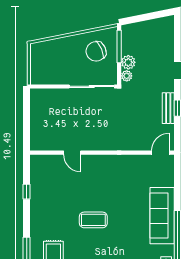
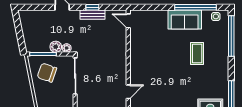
chair: (96, 51) -> (47, 73), turned 133
sofa: (162, 216) -> (185, 20), width x0.73
coffee table: (93, 220) -> (197, 54), moved

